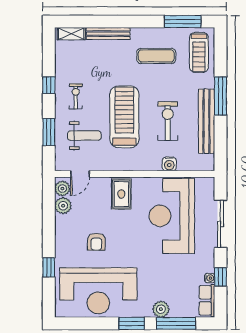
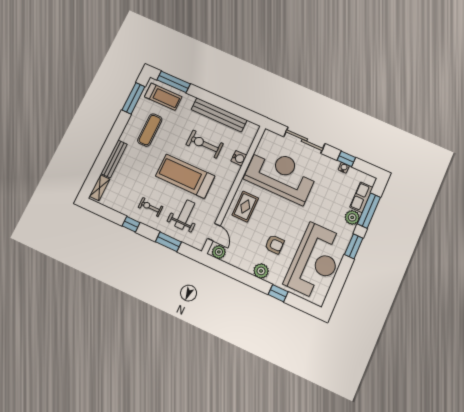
window: (220, 96) -> (174, 82), moved
rug: (121, 194) -> (245, 207), turned 90
plant: (63, 206) -> (261, 271), moved
reception desk: (172, 216) -> (281, 175), turned 180
row of seats: (207, 300) -> (361, 197), moved, turned 90

